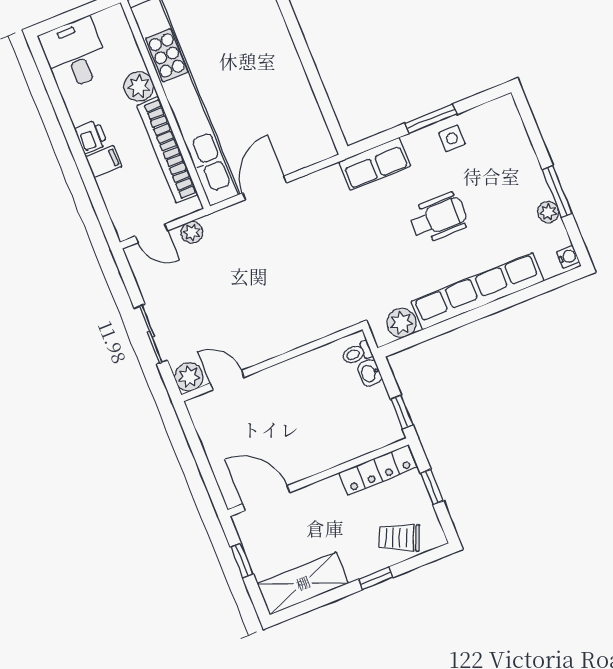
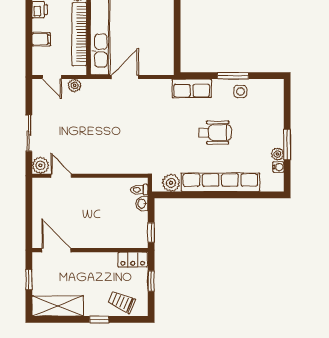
filing cabinet: (104, 161) -> (41, 39), moved
water cooler: (568, 257) -> (278, 167), moved
locker: (378, 470) -> (133, 260), width x0.66

